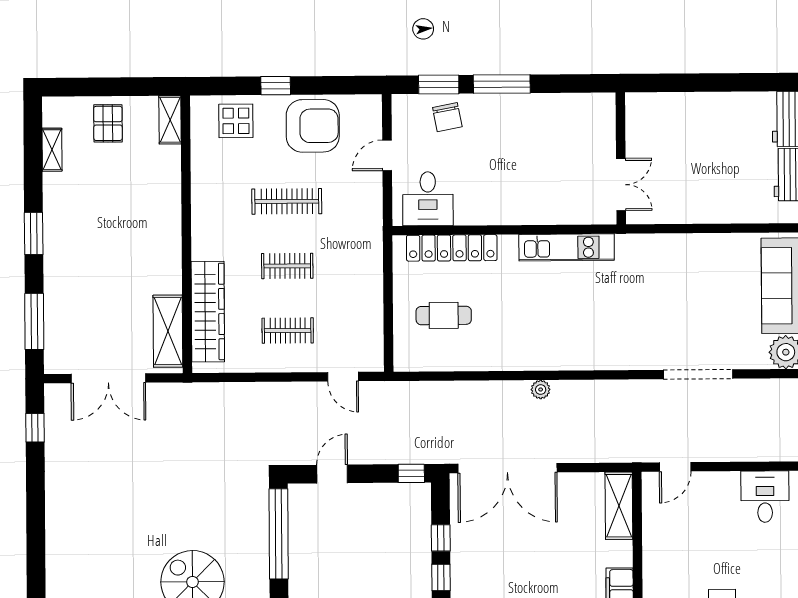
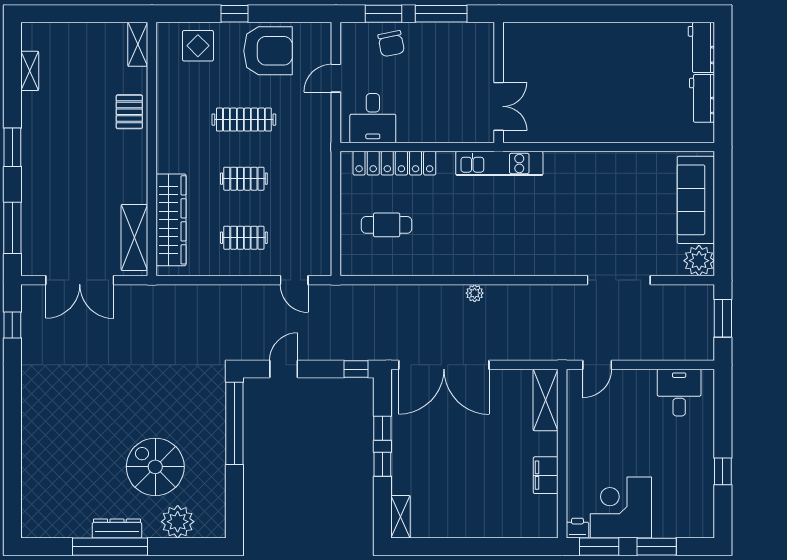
pallet: (108, 123) -> (129, 112), moved
wall: (621, 158) -> (499, 83), moved
double door: (621, 185) -> (499, 106), moved

